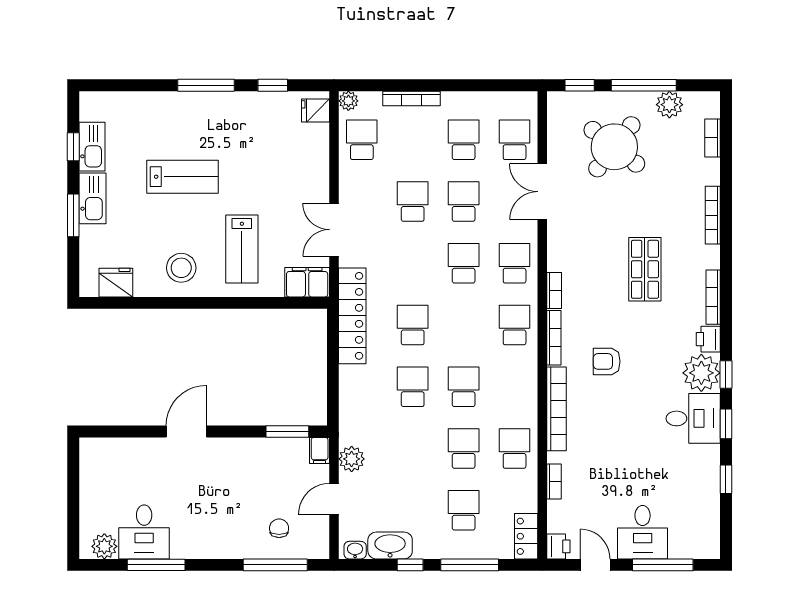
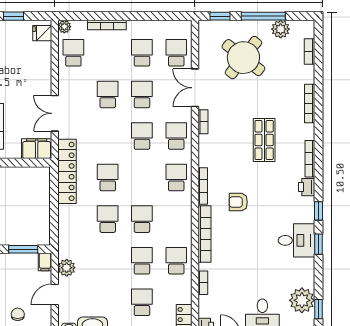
bookcase: (554, 290) -> (203, 122), moved
plant: (701, 373) -> (302, 300), moved
window: (726, 479) -> (319, 309), moved

